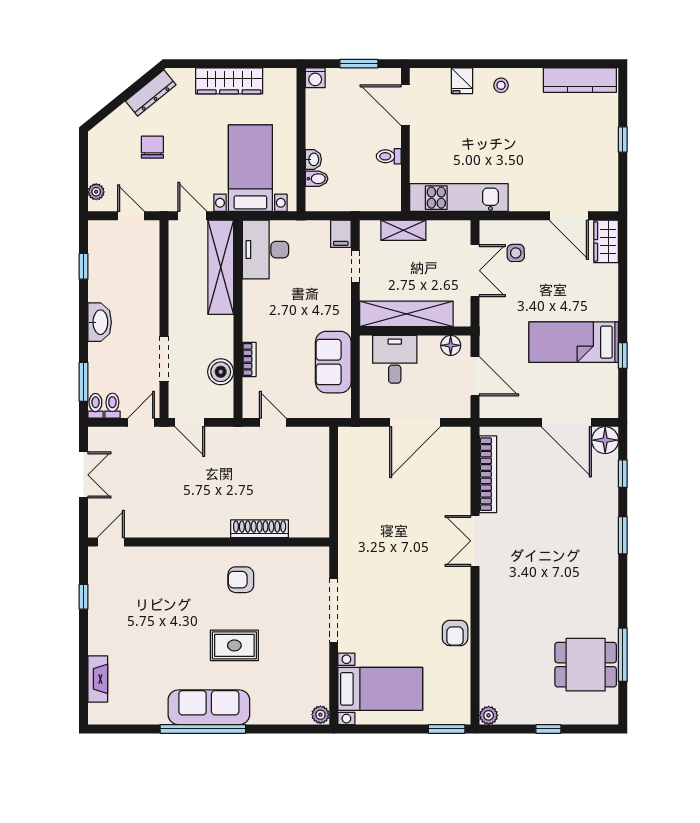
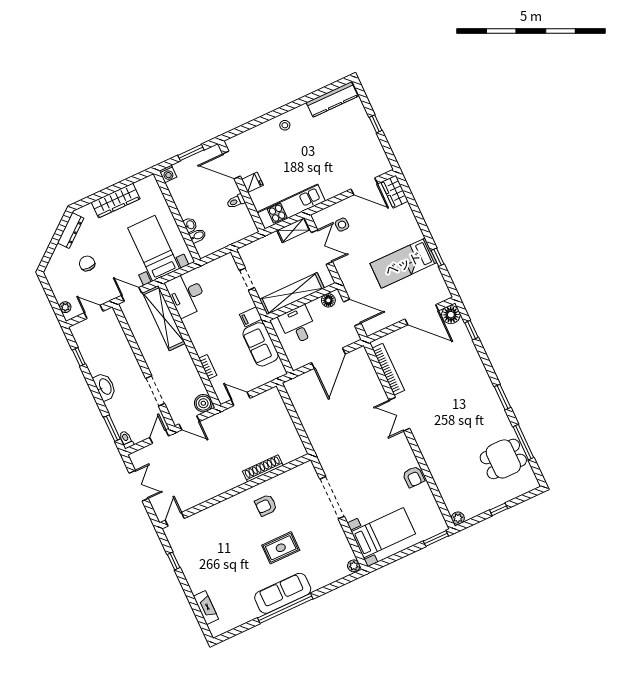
fridge: (462, 81) -> (252, 182), moved, turned -90
shelving: (403, 230) -> (293, 230), moved
filing cabinet: (341, 234) -> (251, 317), moved, turned 90
boiler: (221, 372) -> (203, 403), moved
toilet: (112, 406) -> (137, 435), removed
window: (623, 535) -> (502, 397), moved

